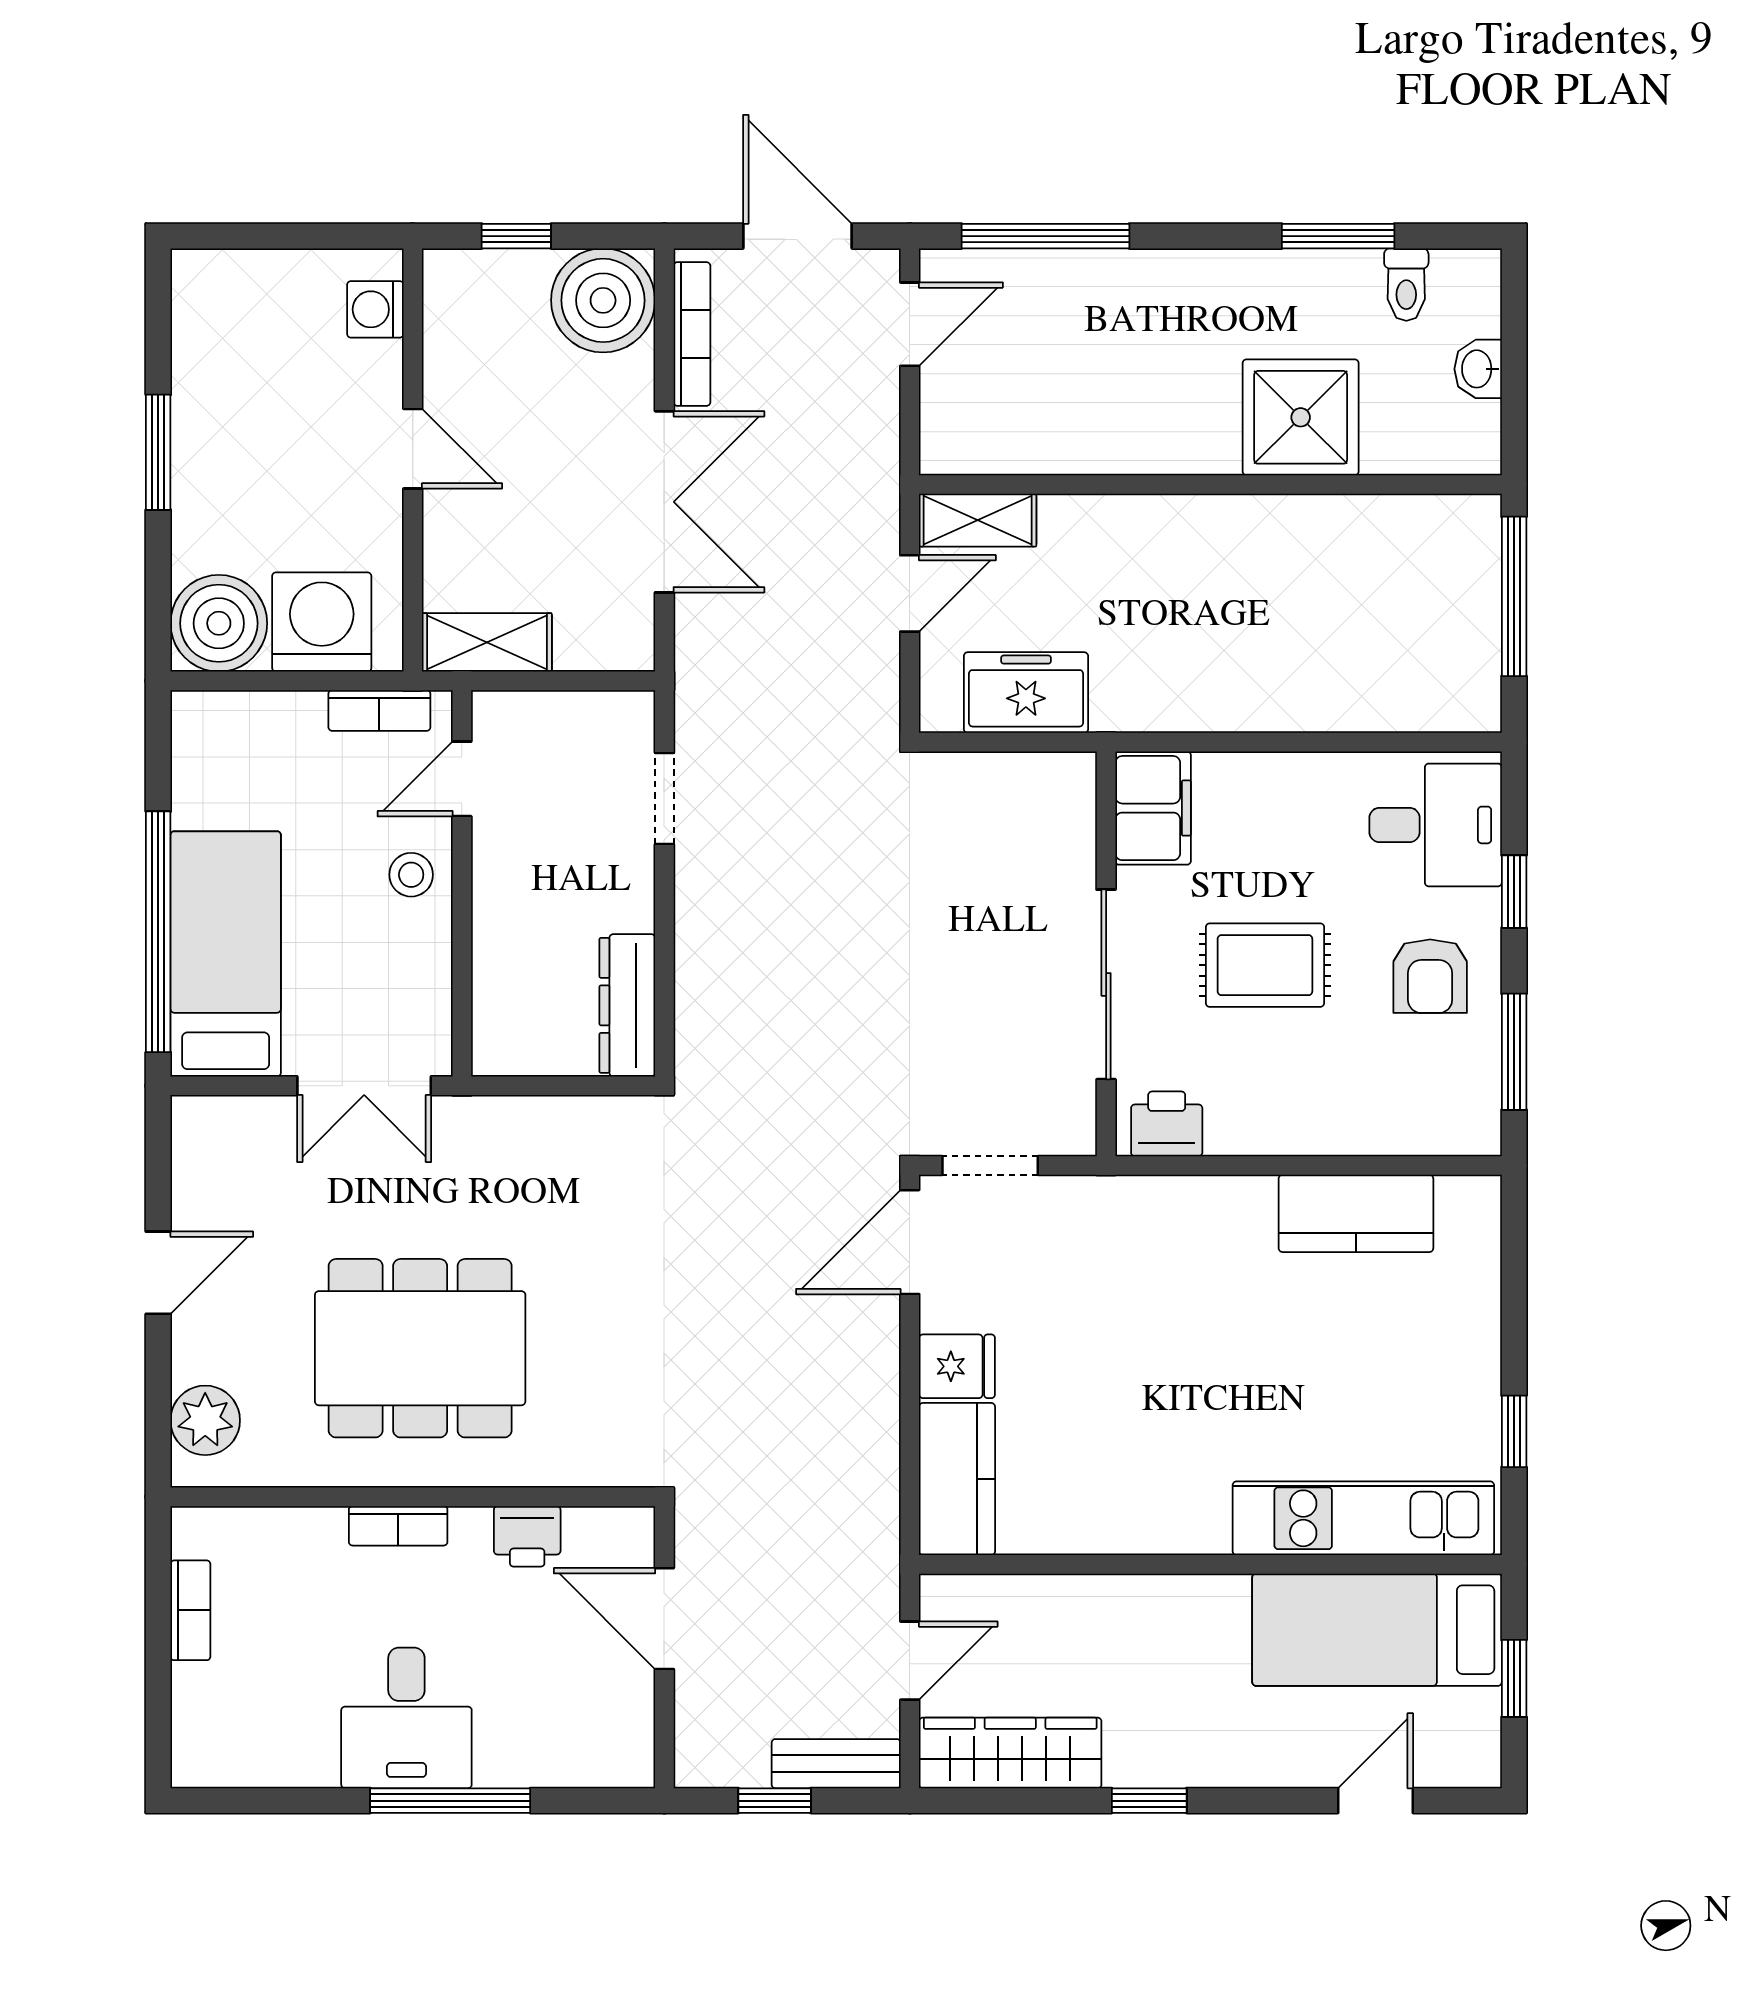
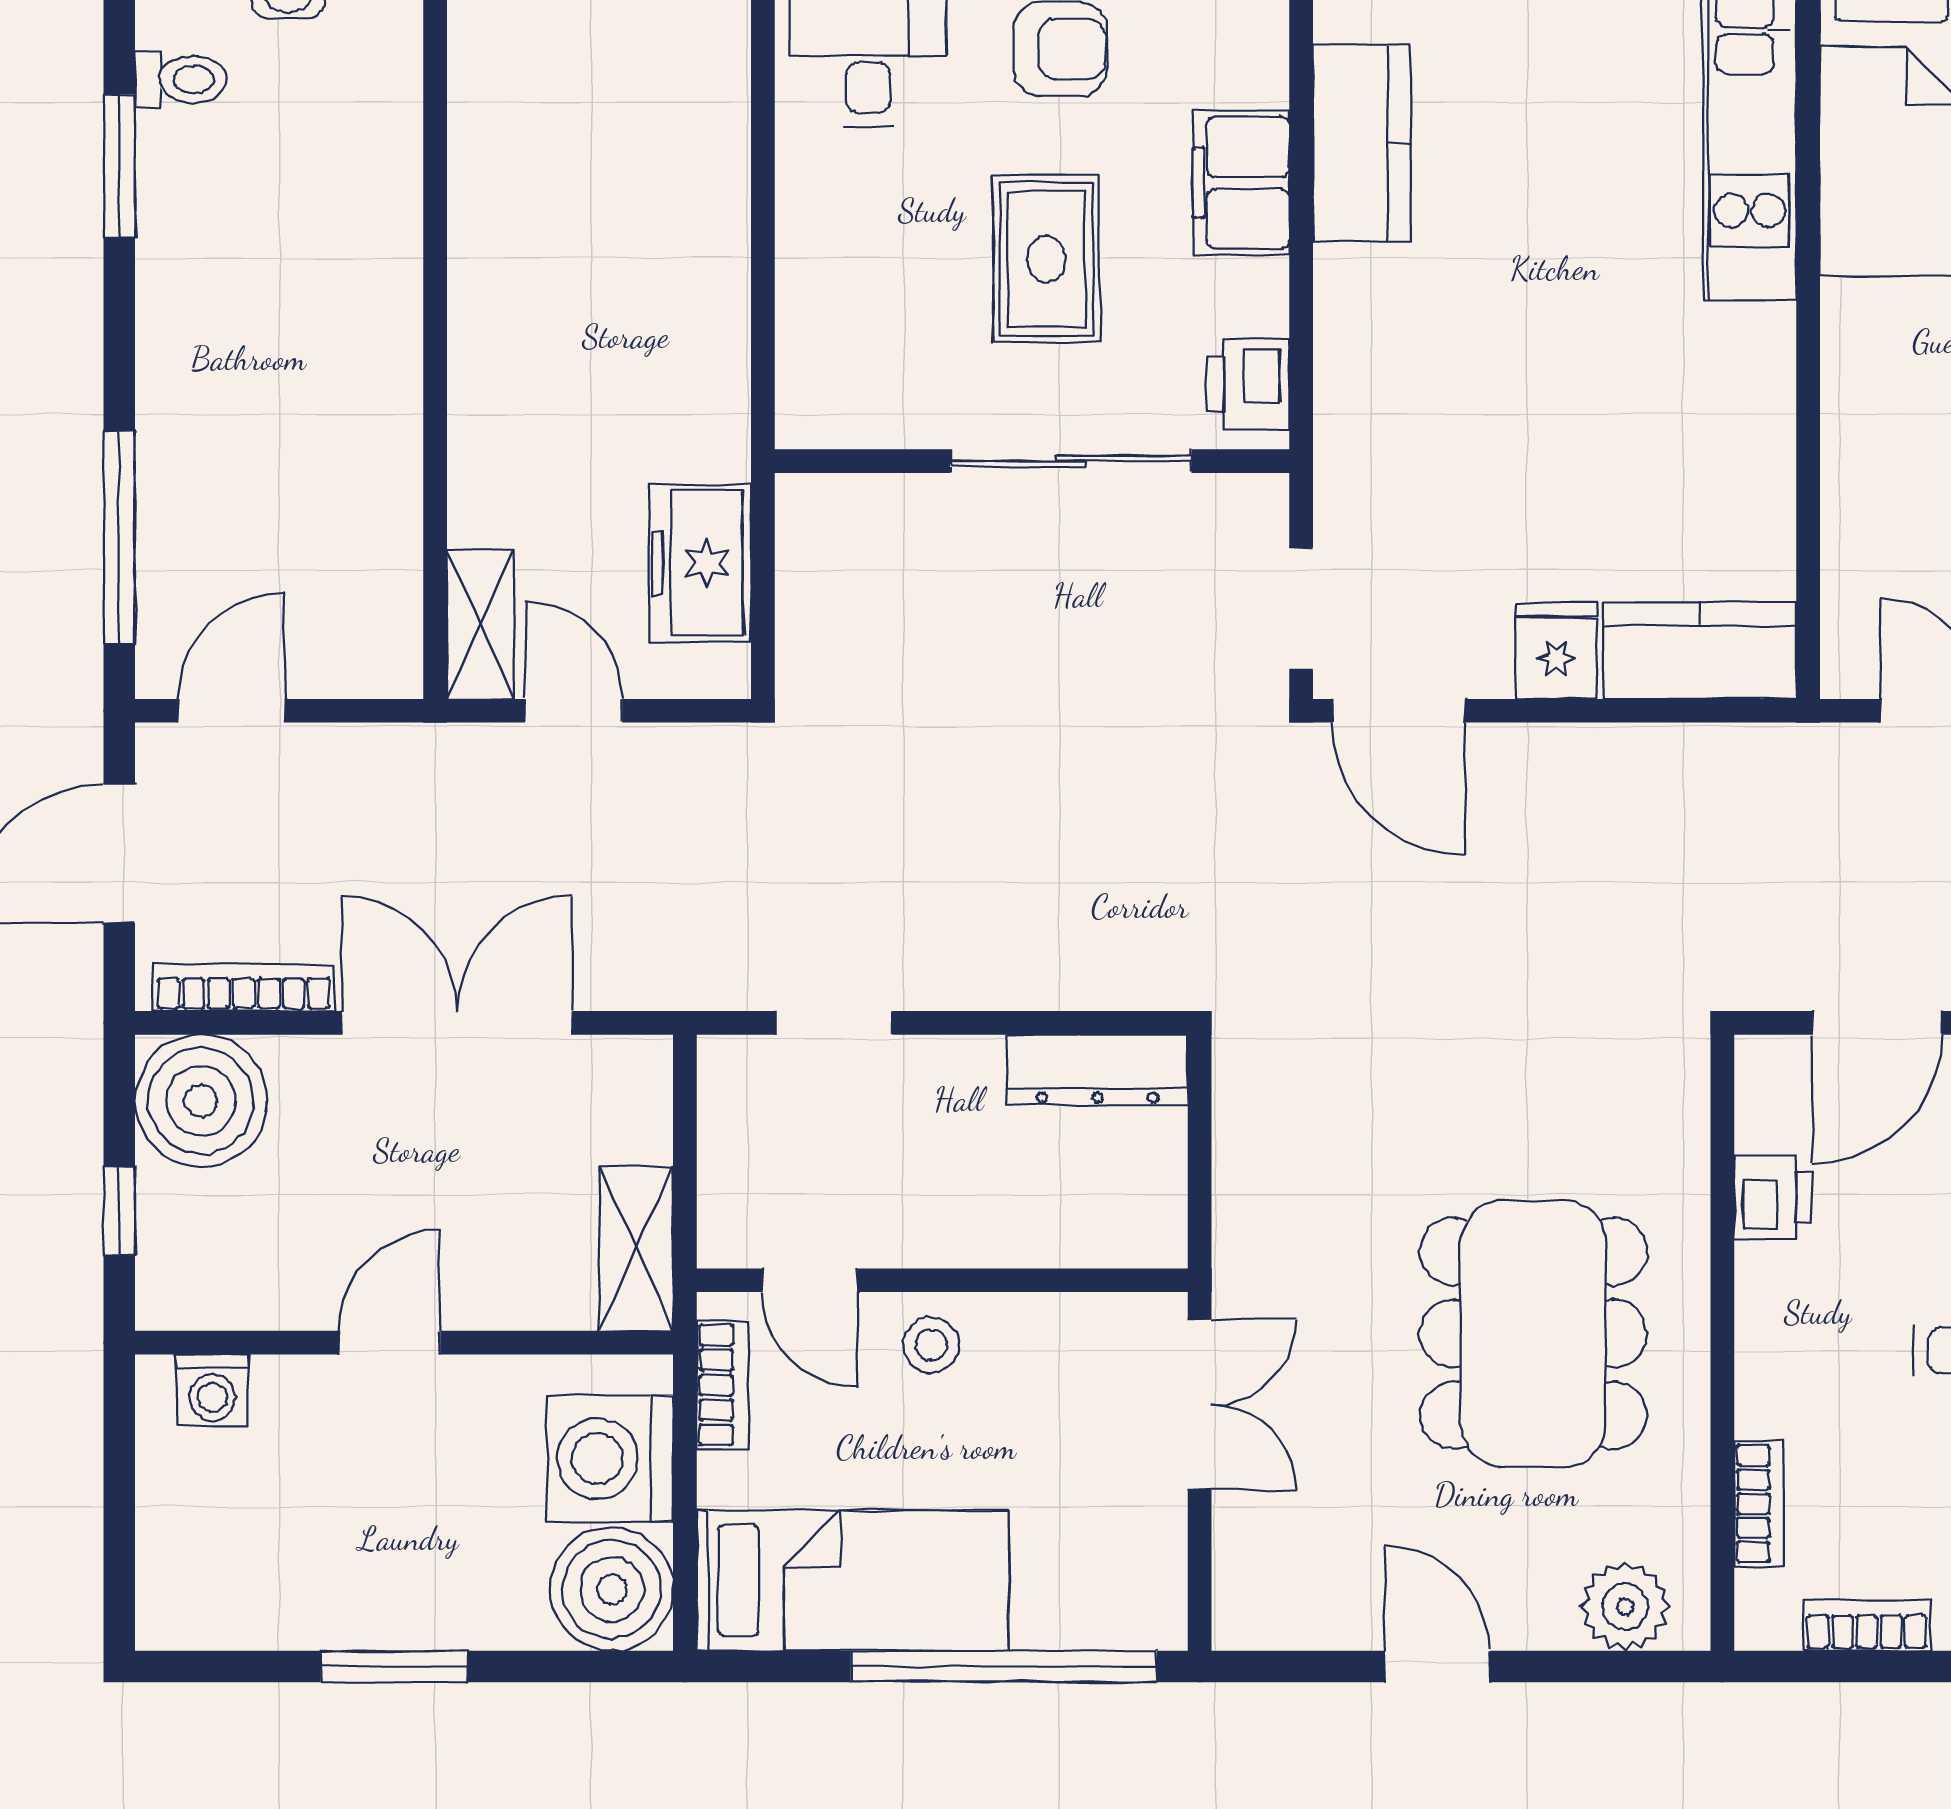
door: (910, 324) -> (231, 711), hinge flipped
shower: (1301, 417) -> (350, 214), removed
filing cabinet: (1153, 808) -> (1241, 183), moved, turned -90
bed: (226, 954) -> (852, 1581), moved, turned 180
bookcase: (398, 1526) -> (1759, 1504), moved

